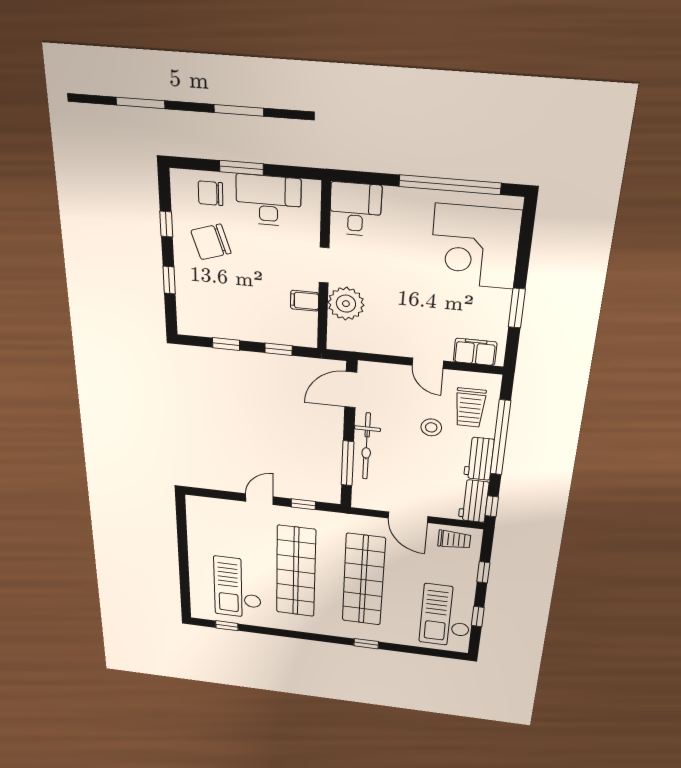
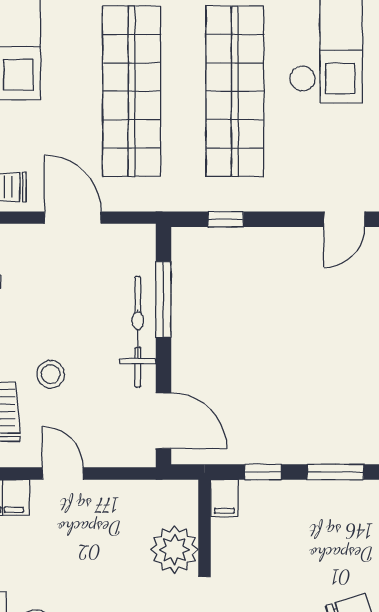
filing cabinet: (305, 301) -> (224, 498), moved, turned 90
window: (226, 344) -> (335, 472), width x1.50
door: (351, 390) -> (163, 421), hinge flipped
door: (259, 499) -> (344, 219), moved

